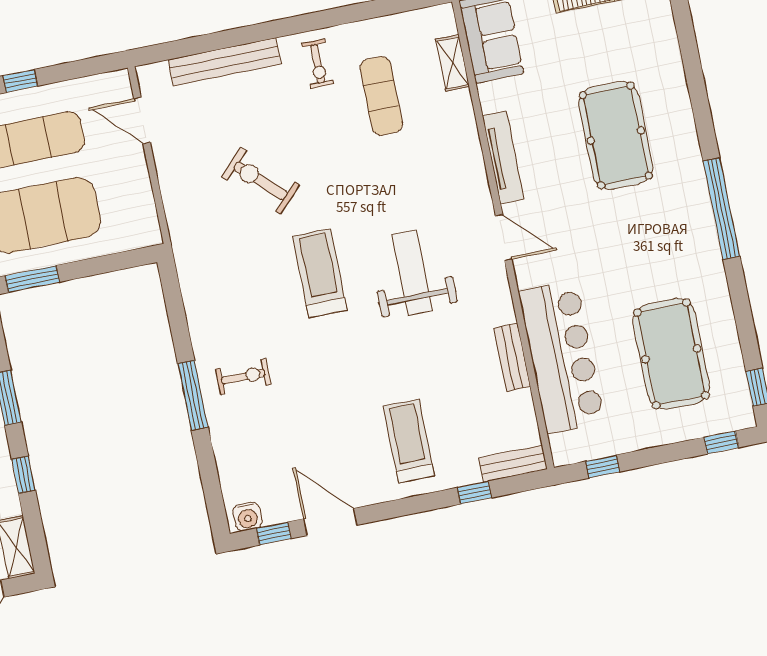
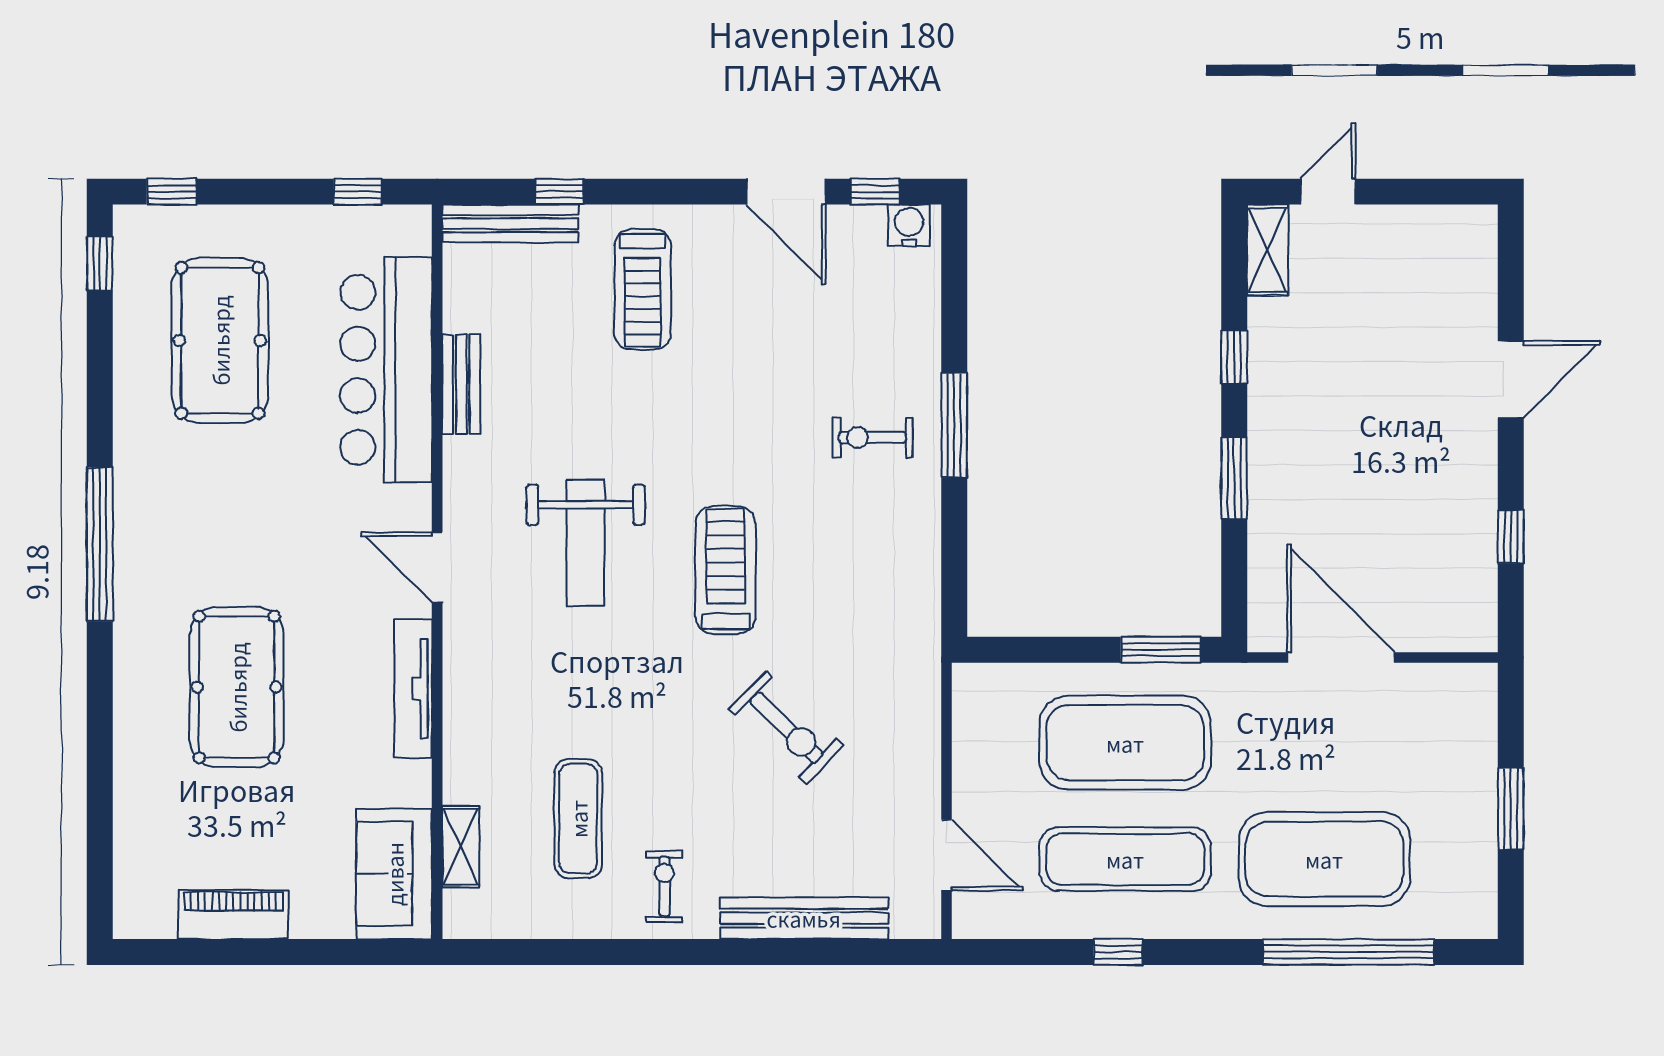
treadmill: (320, 273) -> (726, 570), turned 180
bench: (513, 464) -> (510, 224), width x1.36

